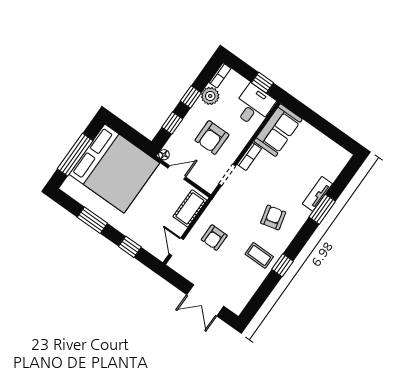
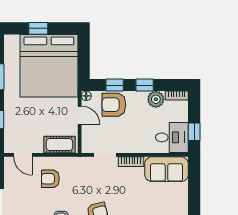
armchair: (212, 138) -> (114, 105), moved
window: (75, 155) -> (38, 28), width x0.46
door: (176, 247) -> (23, 155), swing flipped

